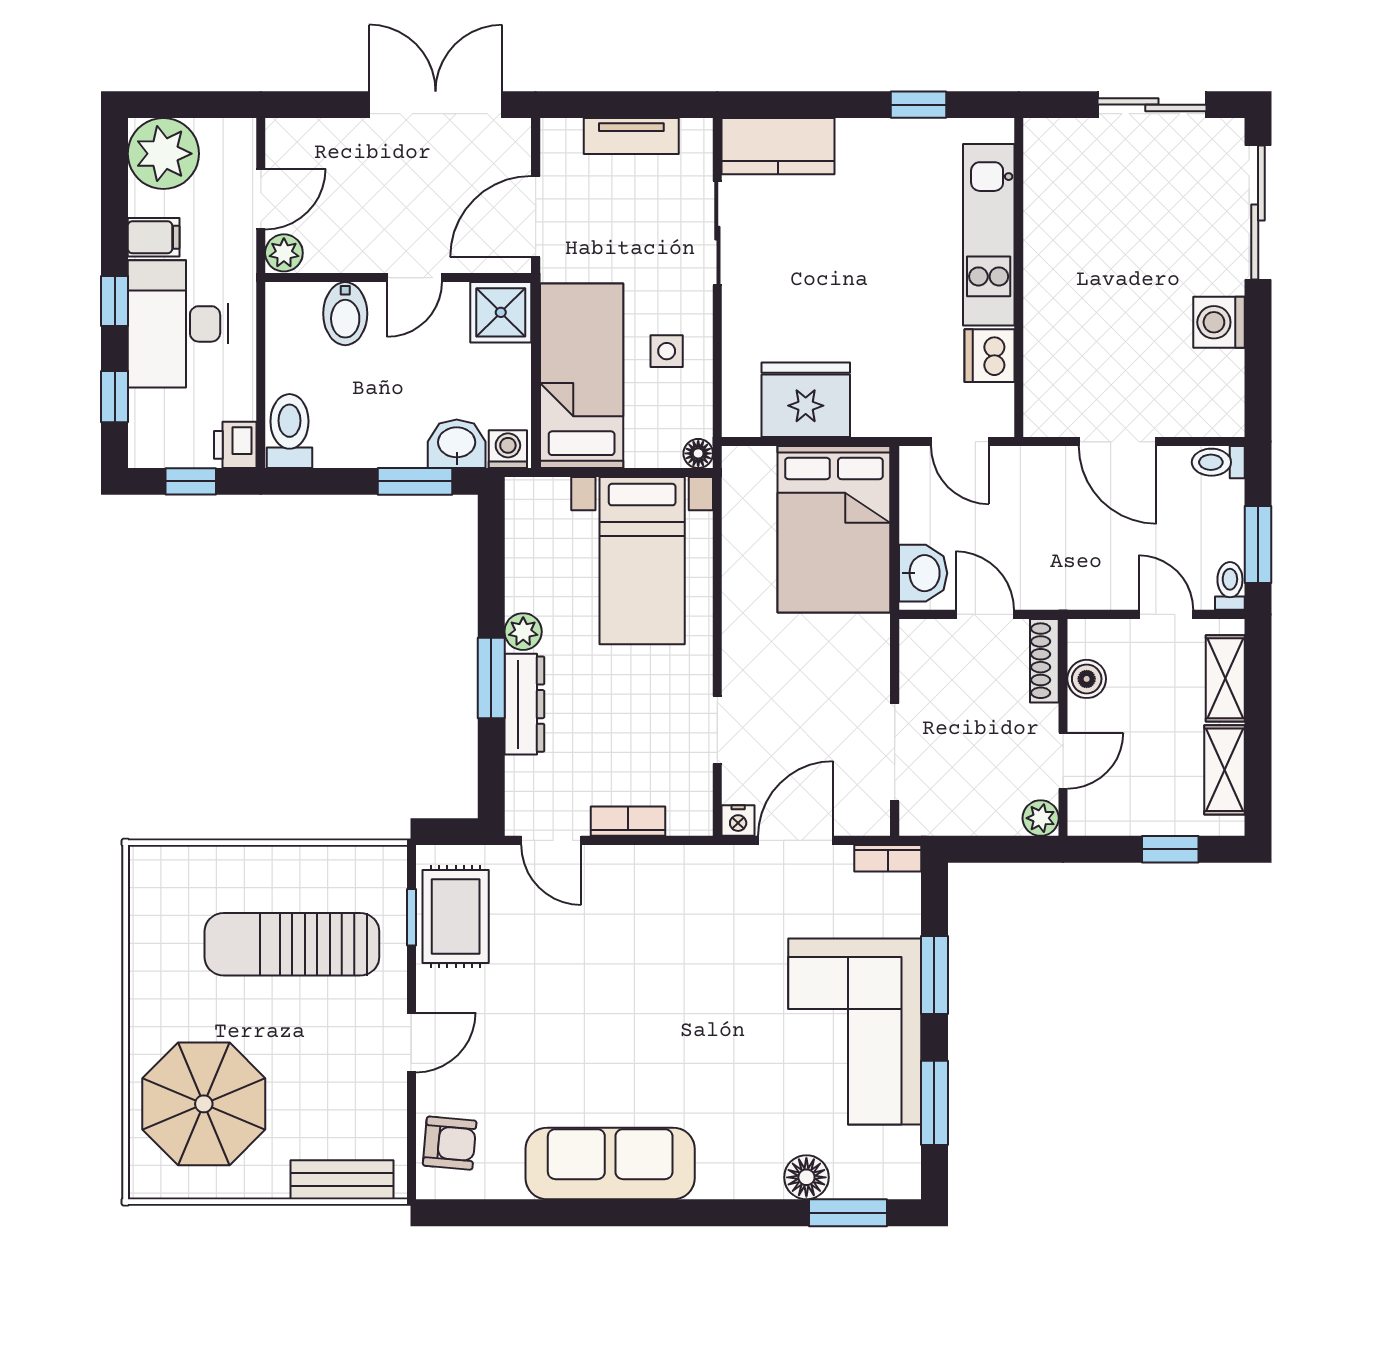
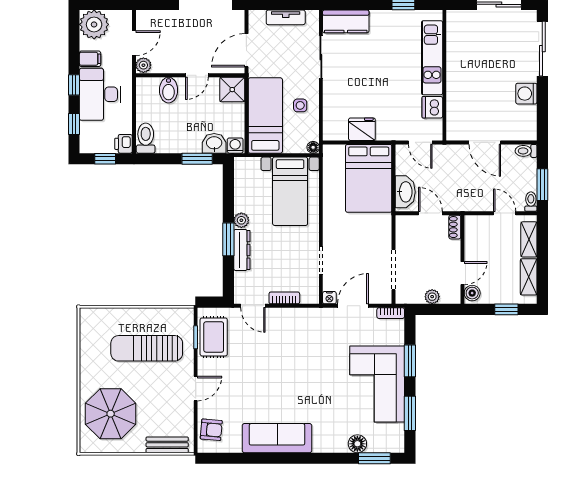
fridge: (806, 400) -> (362, 129), width x0.73, depth x0.75
washbasin: (923, 573) -> (405, 192), width x1.38
shoe rack: (1044, 661) -> (455, 227), width x0.70
boiler: (1087, 679) -> (472, 293), moved
plant: (1041, 818) -> (432, 297), moved

